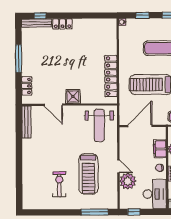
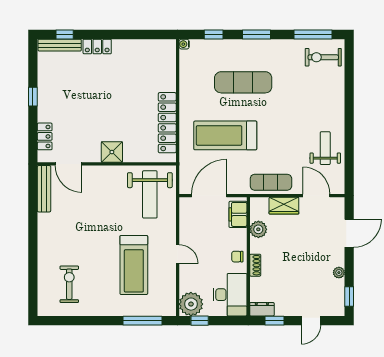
window: (19, 59) -> (33, 97), width x0.46
door: (53, 105) -> (69, 164), moved
filing cabinet: (160, 149) -> (238, 214), moved
plant: (128, 181) -> (191, 304), moved
exercise bike: (59, 184) -> (69, 284), moved

